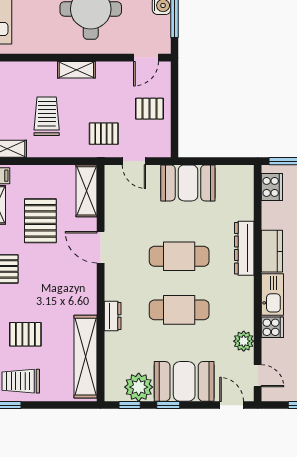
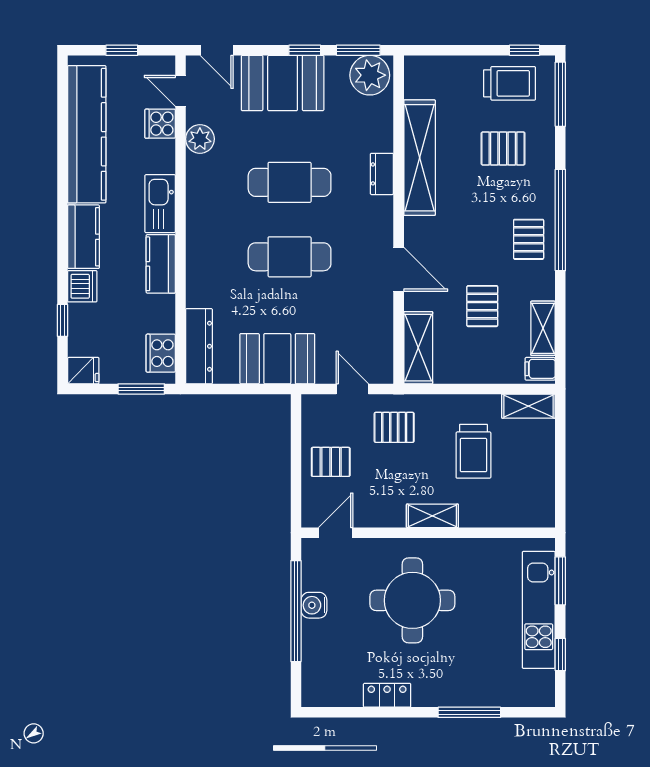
pallet: (40, 221) -> (482, 306), width x0.67, depth x0.71
dresser: (244, 248) -> (199, 346), moved
cooker: (272, 327) -> (160, 124), moved
shelving: (86, 357) -> (420, 158), moved
plant: (139, 387) -> (370, 75), moved
window: (130, 405) -> (358, 50), width x1.50

